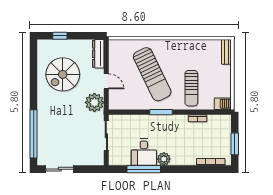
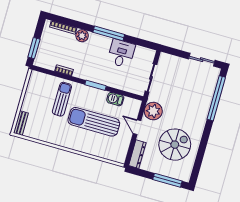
window: (60, 36) -> (167, 180), width x2.17
sun lounger: (152, 74) -> (94, 122), turned -64
barbecue: (223, 104) -> (115, 99), moved
window: (235, 144) -> (34, 48), moved
plant: (164, 159) -> (82, 36), moved
window: (144, 169) -> (109, 33), moved

